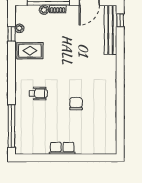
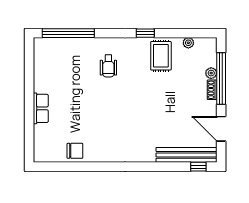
window: (12, 34) -> (145, 33), moved
chair: (76, 104) -> (75, 151), moved
row of seats: (62, 148) -> (41, 108), moved

